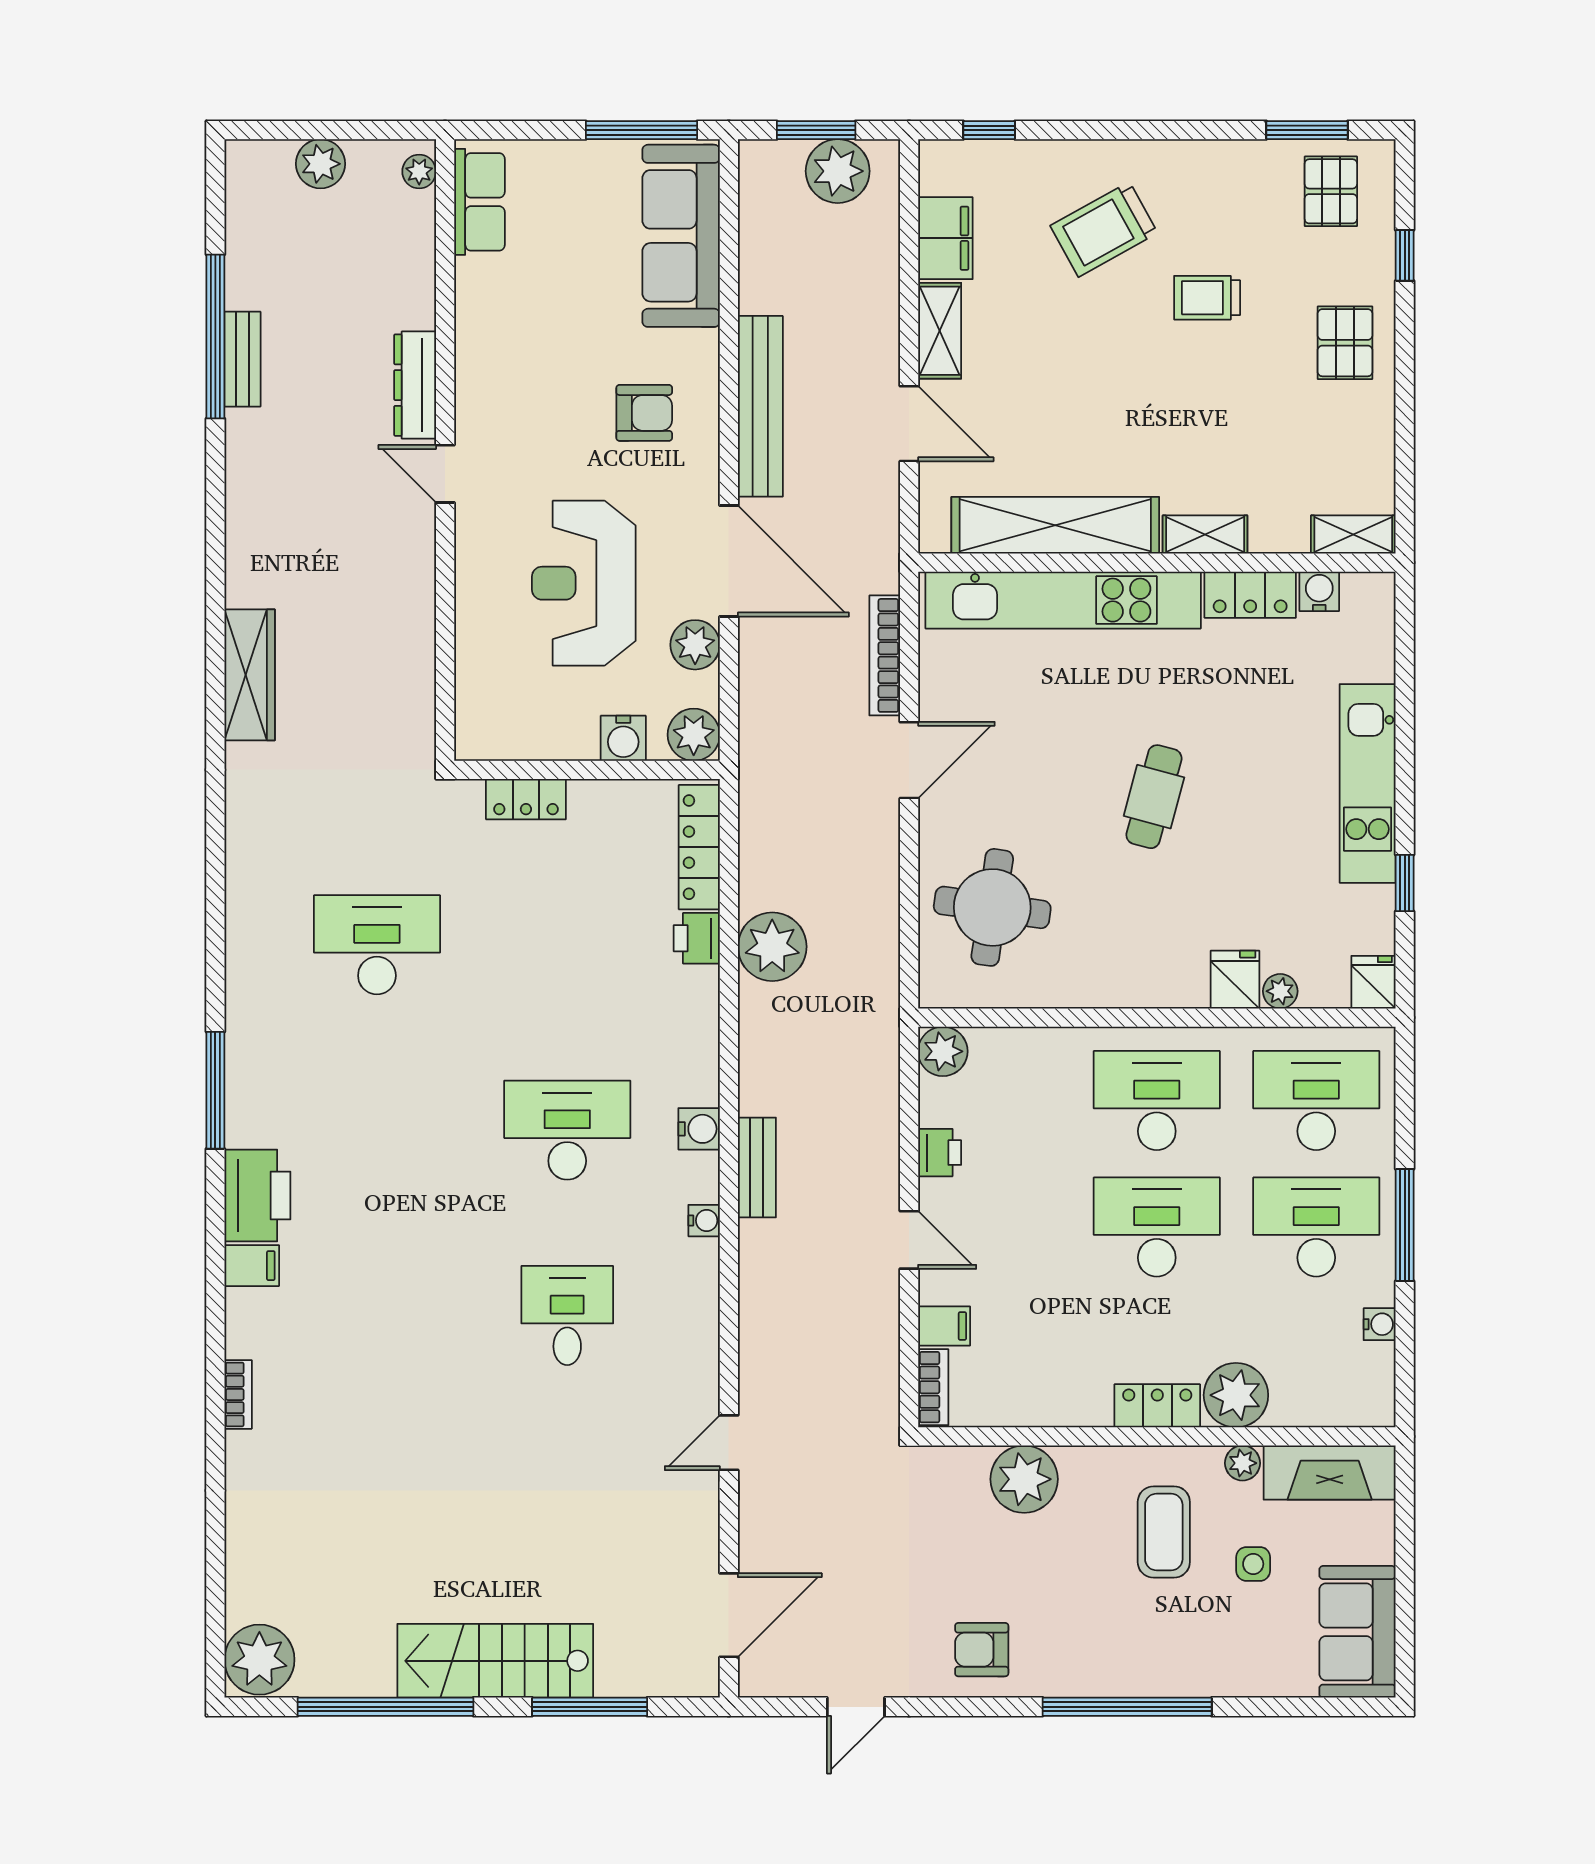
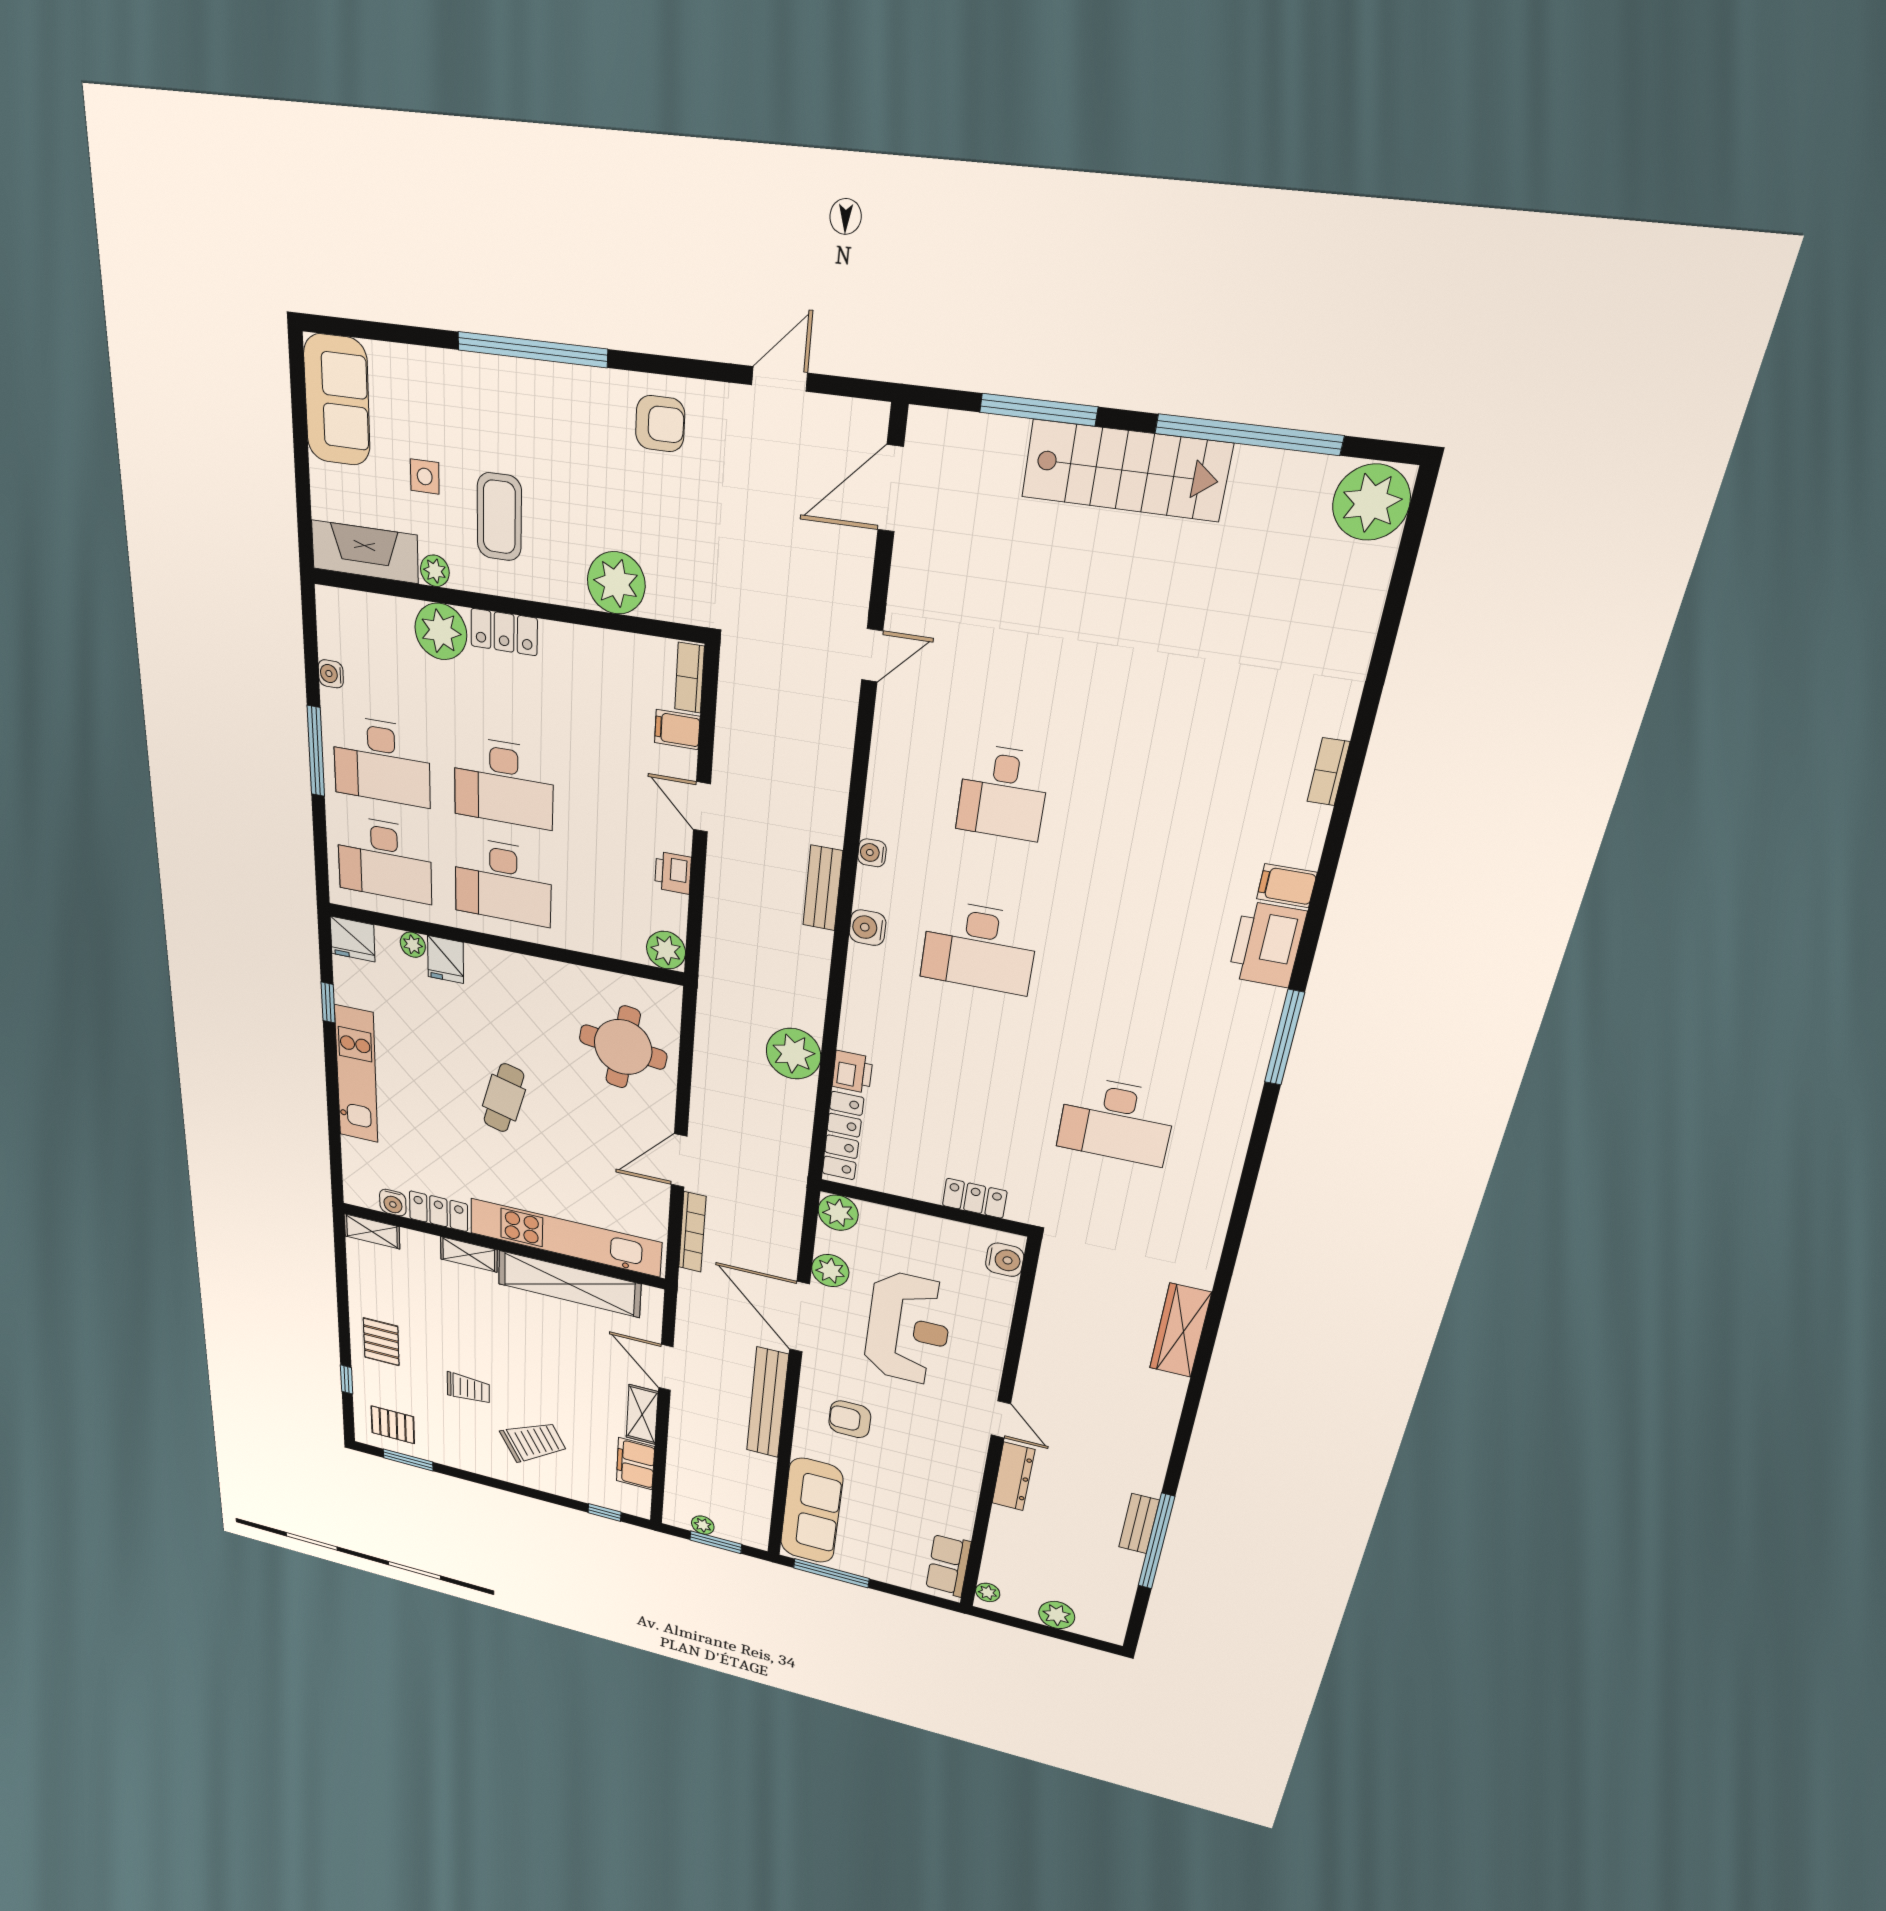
plant: (838, 171) -> (703, 1525), width x0.53, depth x0.53
pallet: (1331, 191) -> (393, 1425), turned 90
water cooler: (623, 738) -> (1005, 1260), moved, turned 90
fridge: (1373, 982) -> (353, 939), width x1.38

